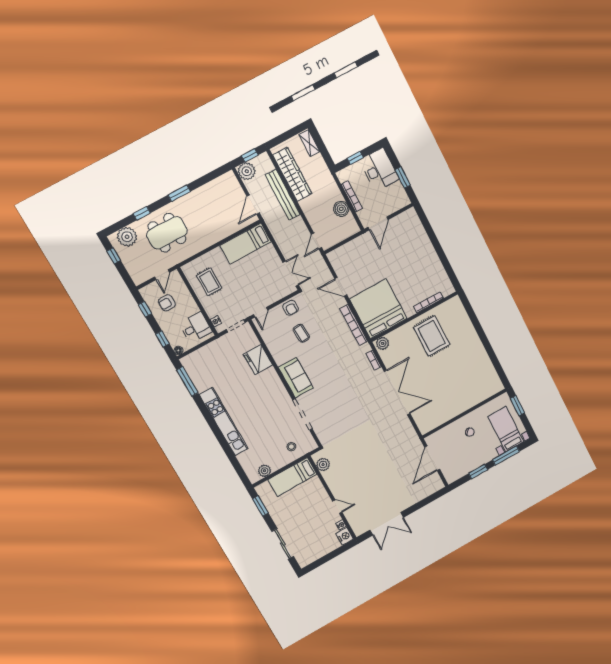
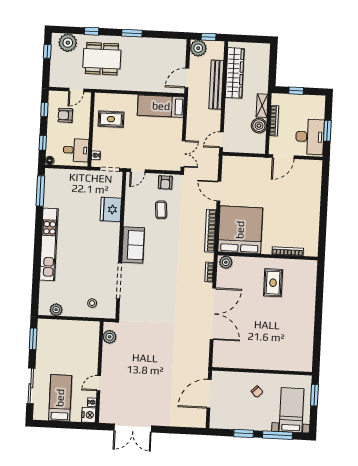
shelving: (309, 143) -> (262, 106), moved
desk: (379, 170) -> (310, 137), moved
rug: (209, 282) -> (111, 119), turned 90
rug: (432, 336) -> (273, 283), width x0.73, depth x0.70
bed: (292, 477) -> (60, 398), moved, turned 90
door: (337, 507) -> (99, 383), swing flipped

